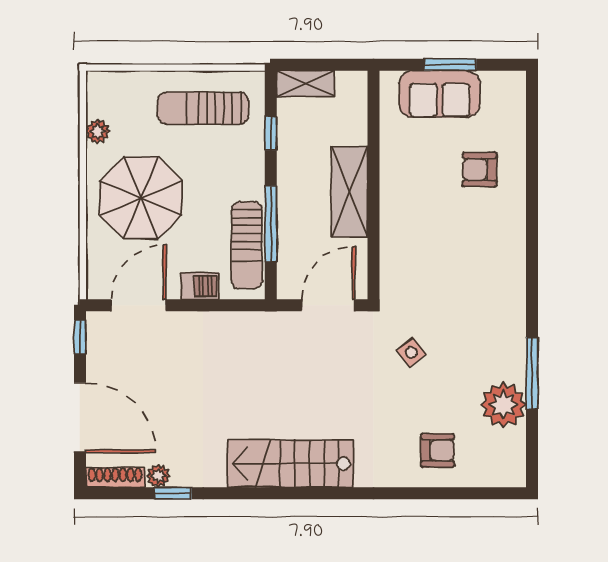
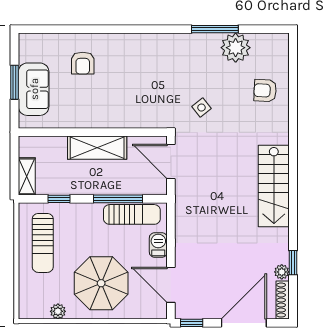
armchair: (438, 450) -> (265, 91), turned -87

